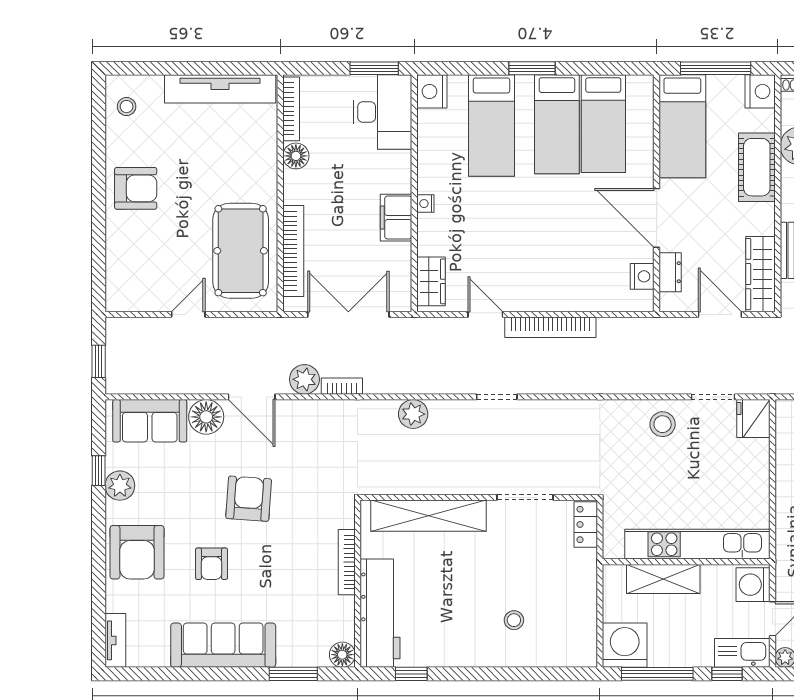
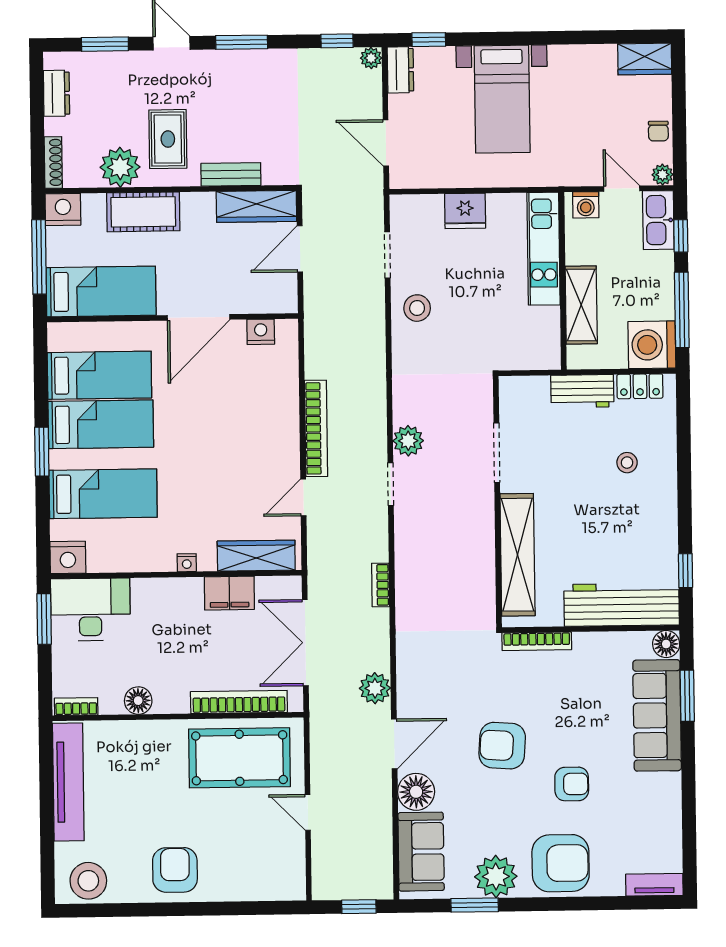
stool: (127, 107) -> (88, 881), width x1.89, depth x1.89
bookcase: (291, 109) -> (76, 707), width x0.64
filing cabinet: (396, 218) -> (229, 593), moved
dresser: (670, 272) -> (256, 302), removed
wardrobe: (431, 281) -> (256, 556), width x1.50
bookcase: (342, 386) -> (381, 585), moved
plant: (413, 414) -> (408, 441), moved
fridge: (753, 419) -> (465, 211), moved
window: (99, 471) -> (475, 905), width x1.50
plant: (120, 486) -> (496, 876), width x1.36, depth x1.36
locker: (586, 524) -> (640, 386), moved
kitchen unit: (697, 544) -> (544, 249), width x0.73
bookcase: (347, 562) -> (537, 641), moved
workbench: (582, 579) -> (582, 391), added
washing machine: (753, 585) -> (586, 205), width x0.73, depth x0.73
sofa: (223, 645) -> (657, 715), moved

